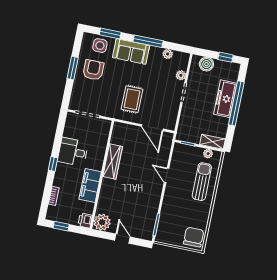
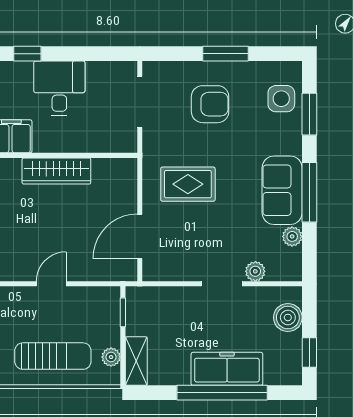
sofa: (131, 51) -> (282, 190), moved
armchair: (93, 70) -> (210, 104), moved

